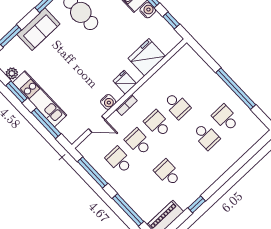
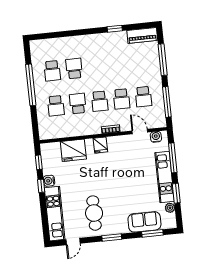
sofa: (38, 29) -> (144, 222), moved
water cooler: (108, 102) -> (156, 137), moved
school desk: (168, 173) -> (56, 106), moved

